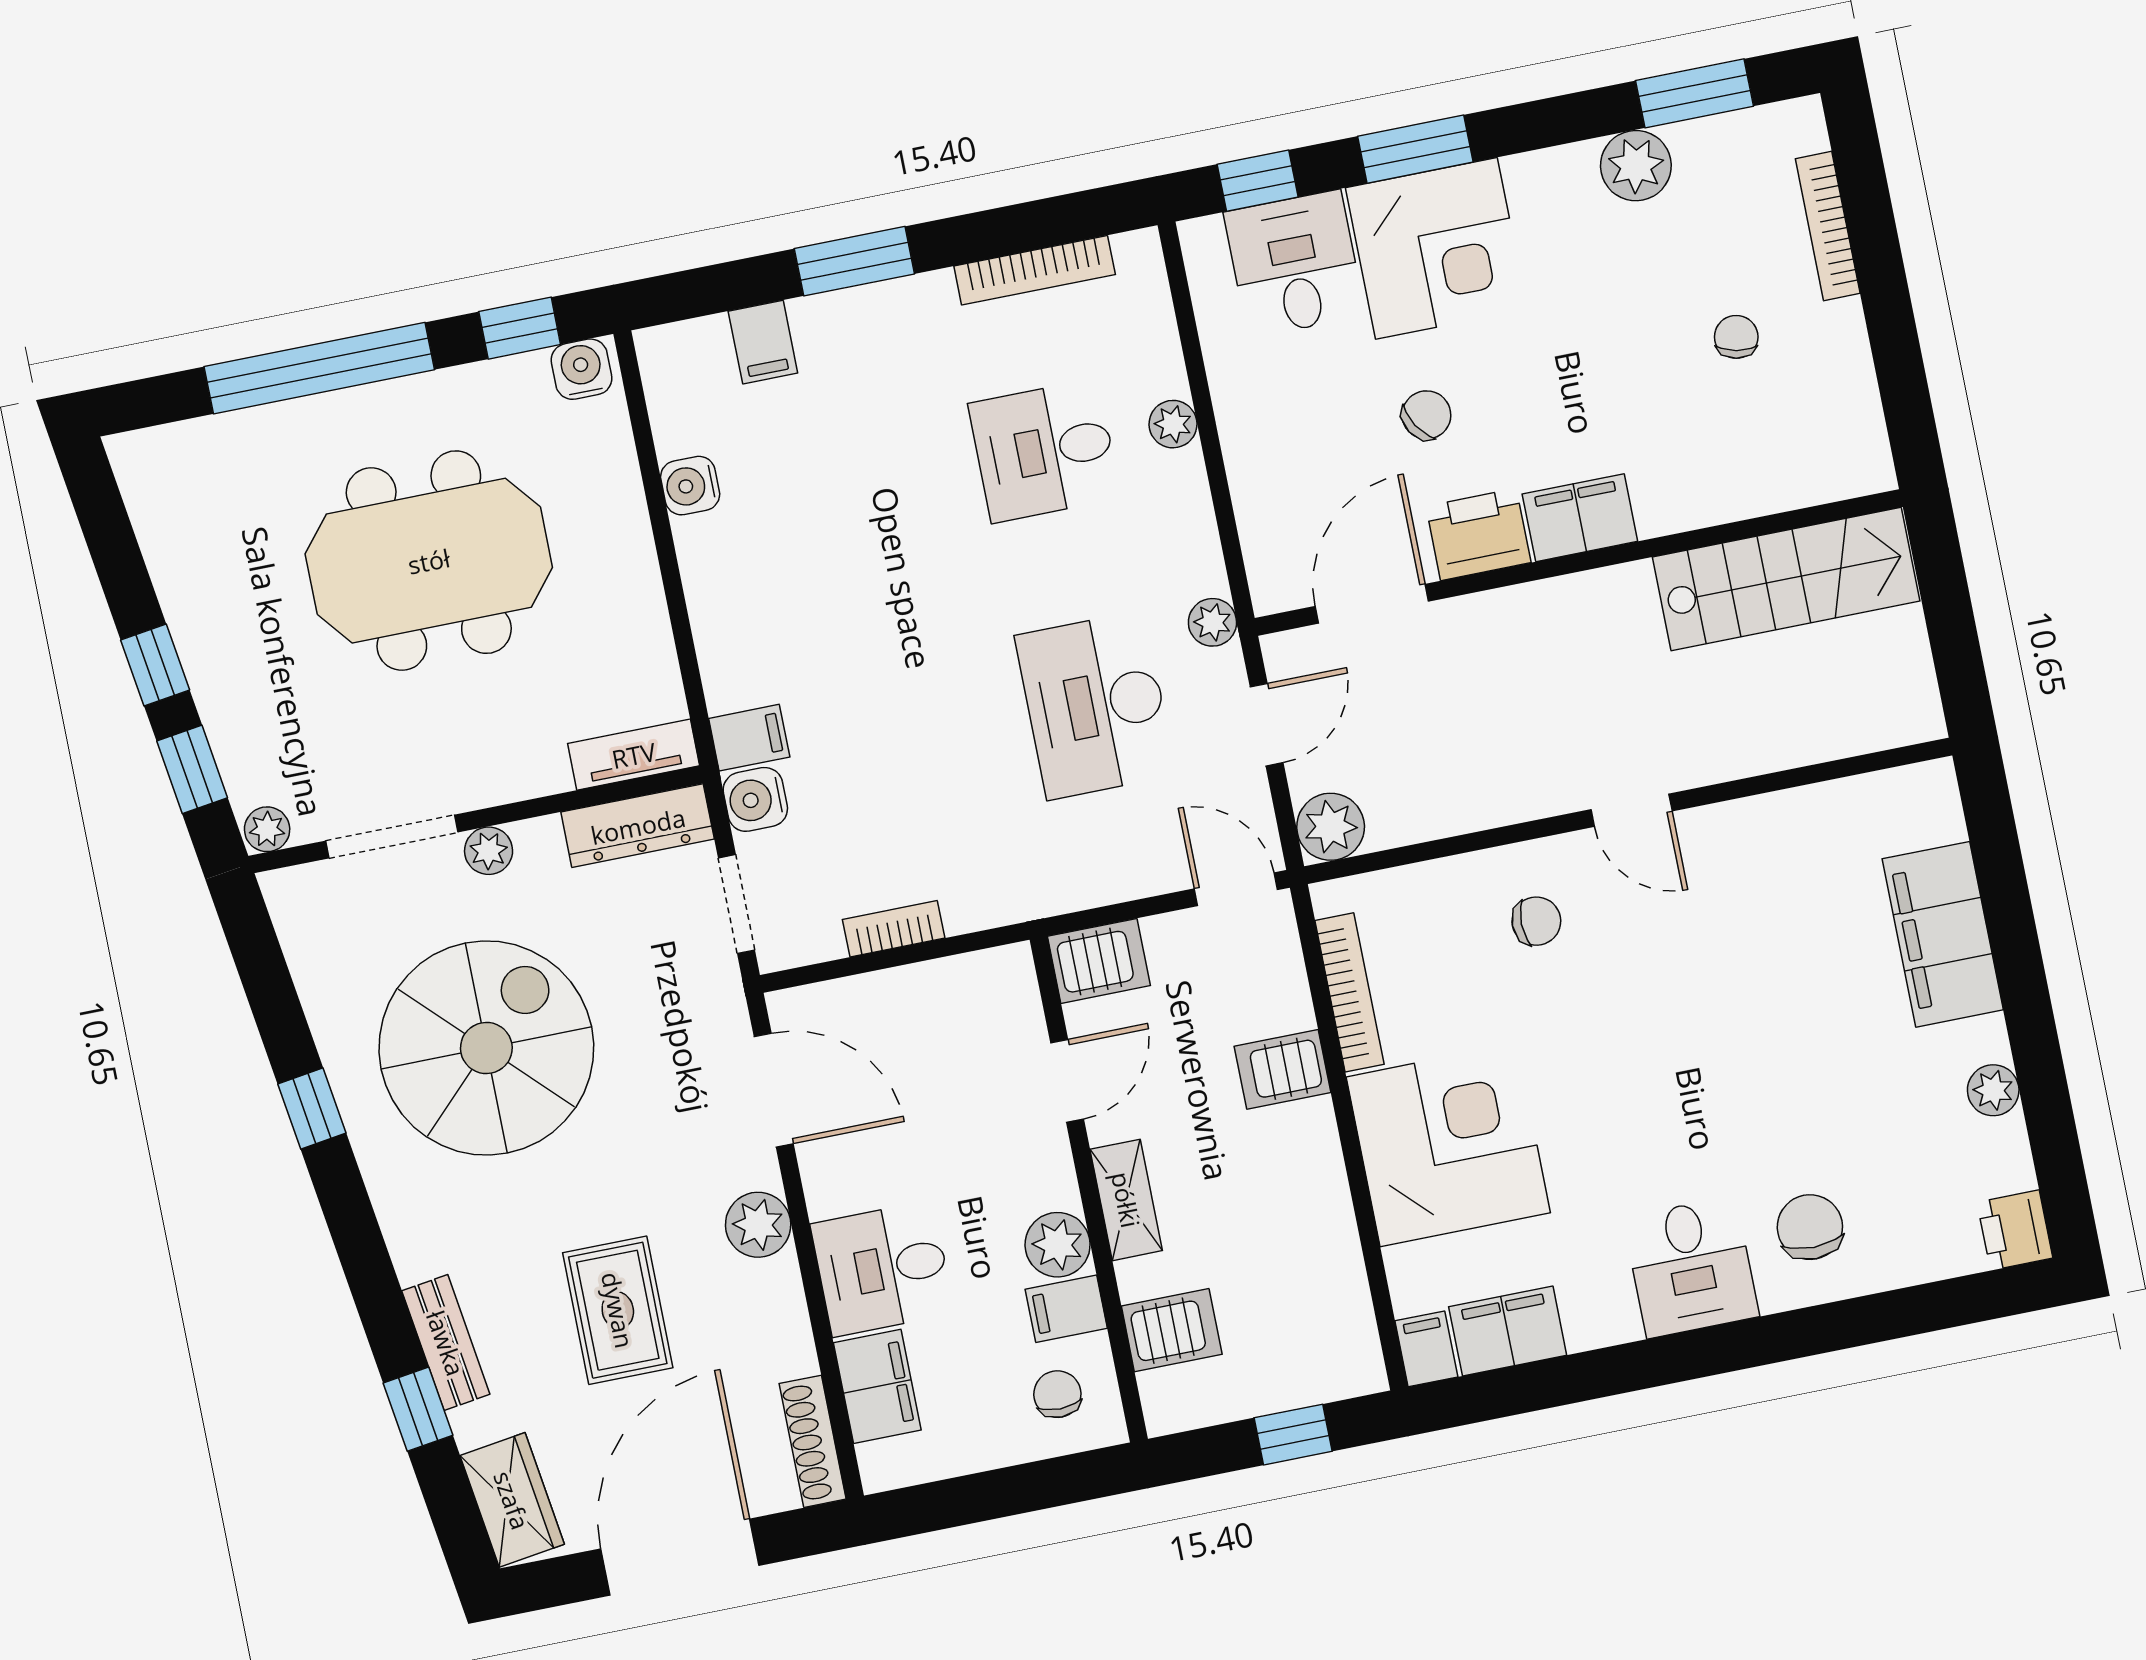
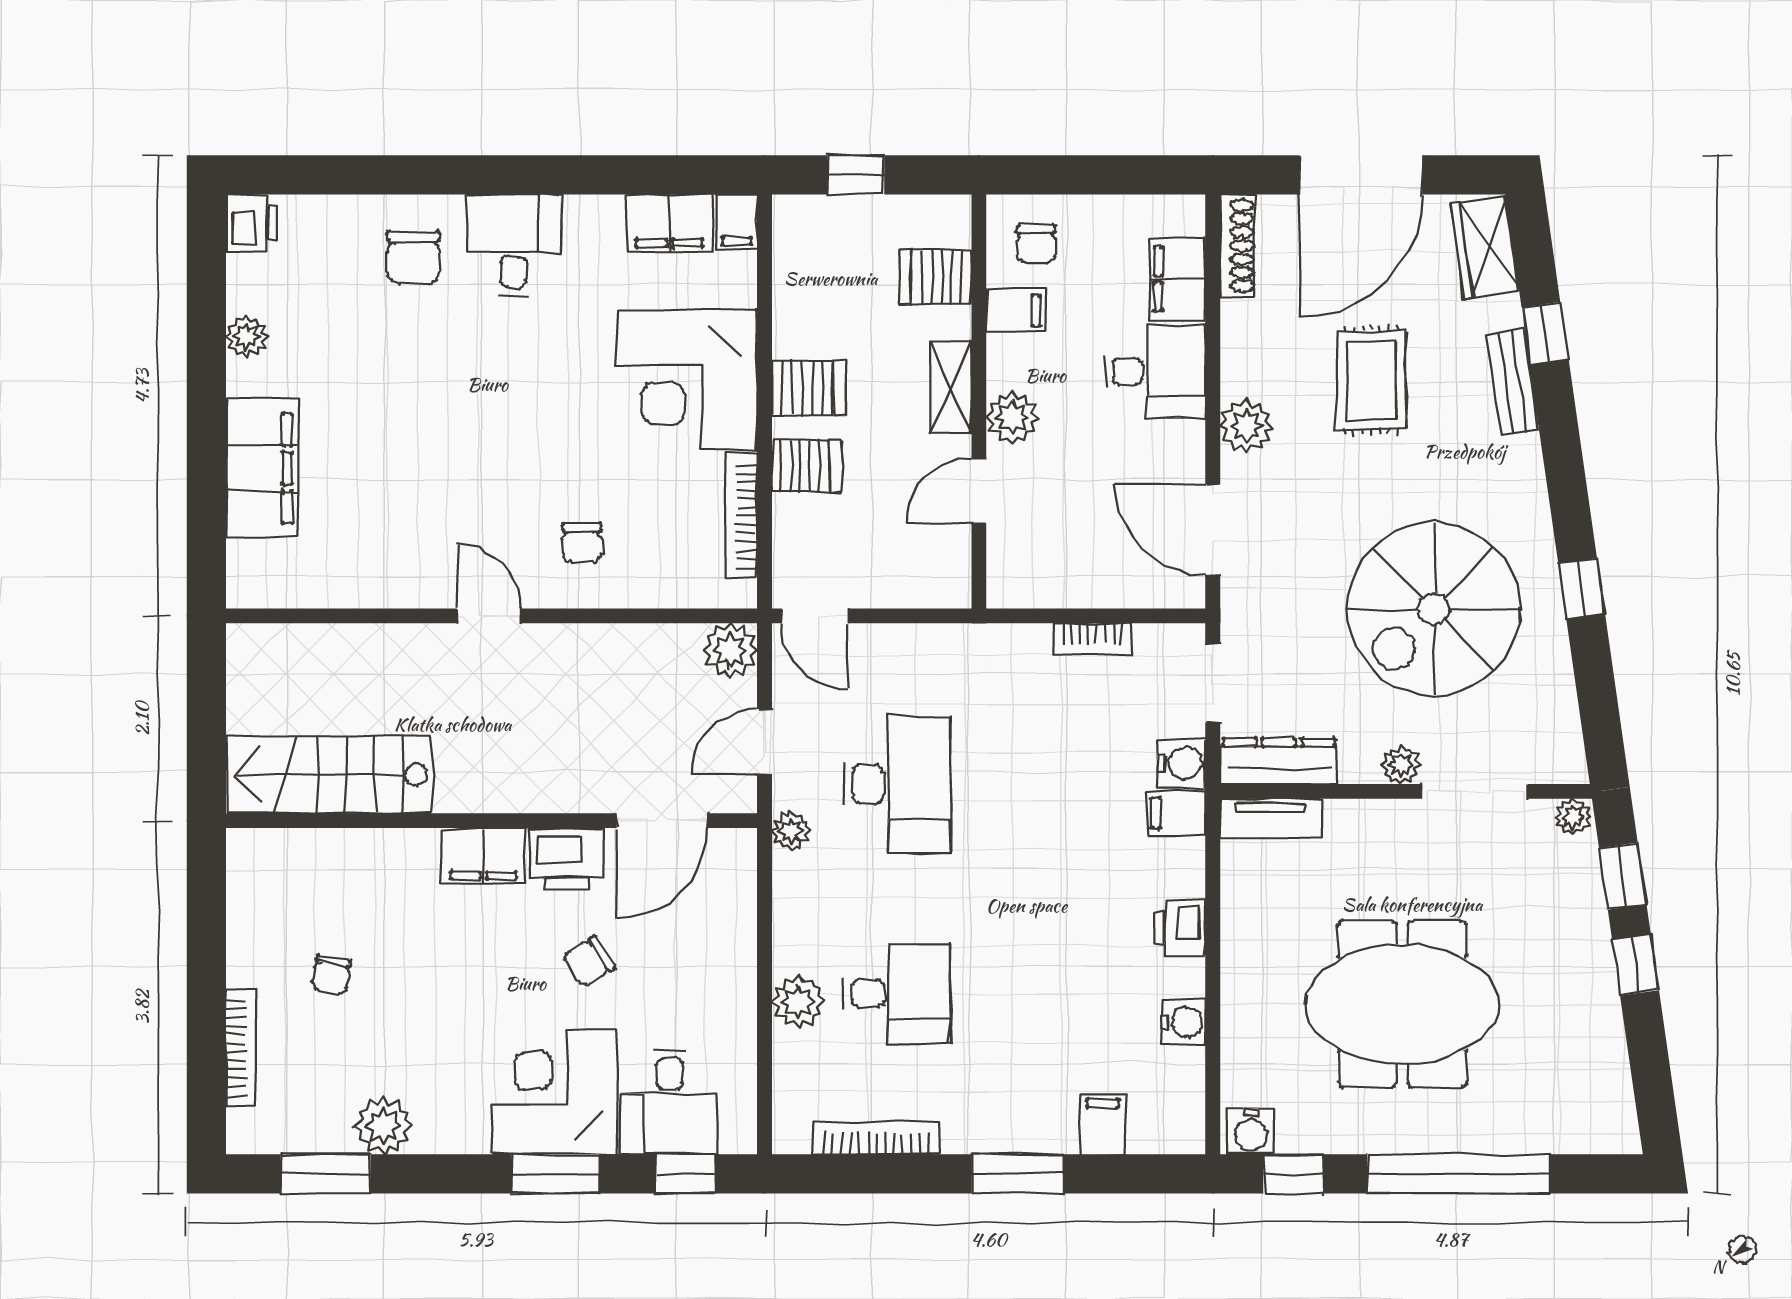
plant: (1173, 424) -> (798, 1002), width x1.38, depth x1.38
printer: (717, 599) -> (1180, 928), added
chair: (1536, 921) -> (582, 543), turned -90
server rack: (1099, 961) -> (809, 388), moved, turned 180
plant: (1058, 1245) -> (1012, 418), moved

